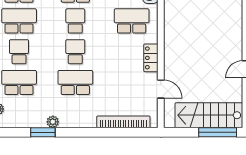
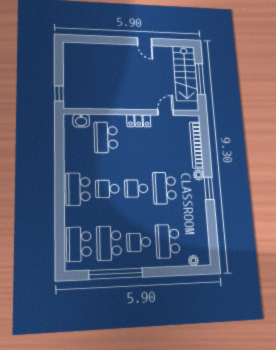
plant: (53, 122) -> (199, 175), moved
window: (43, 132) -> (209, 188), moved
window: (218, 132) -> (200, 79), moved

